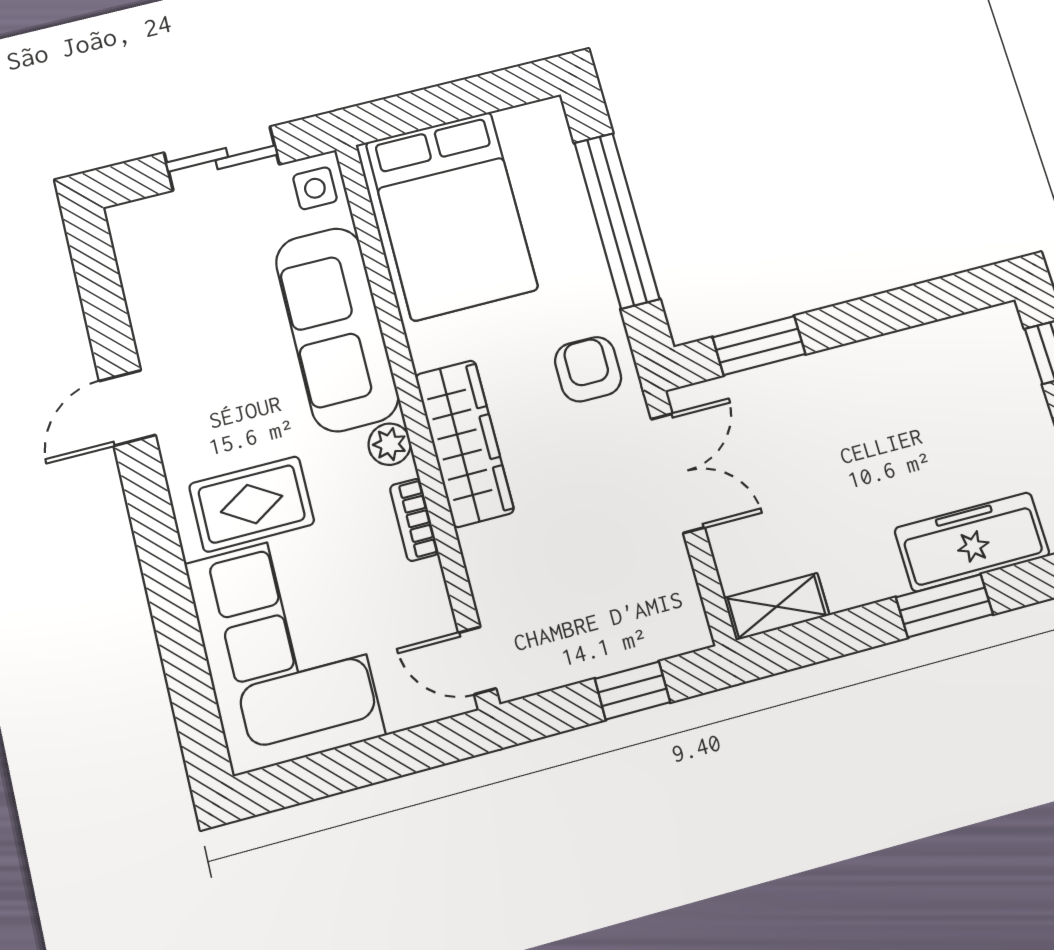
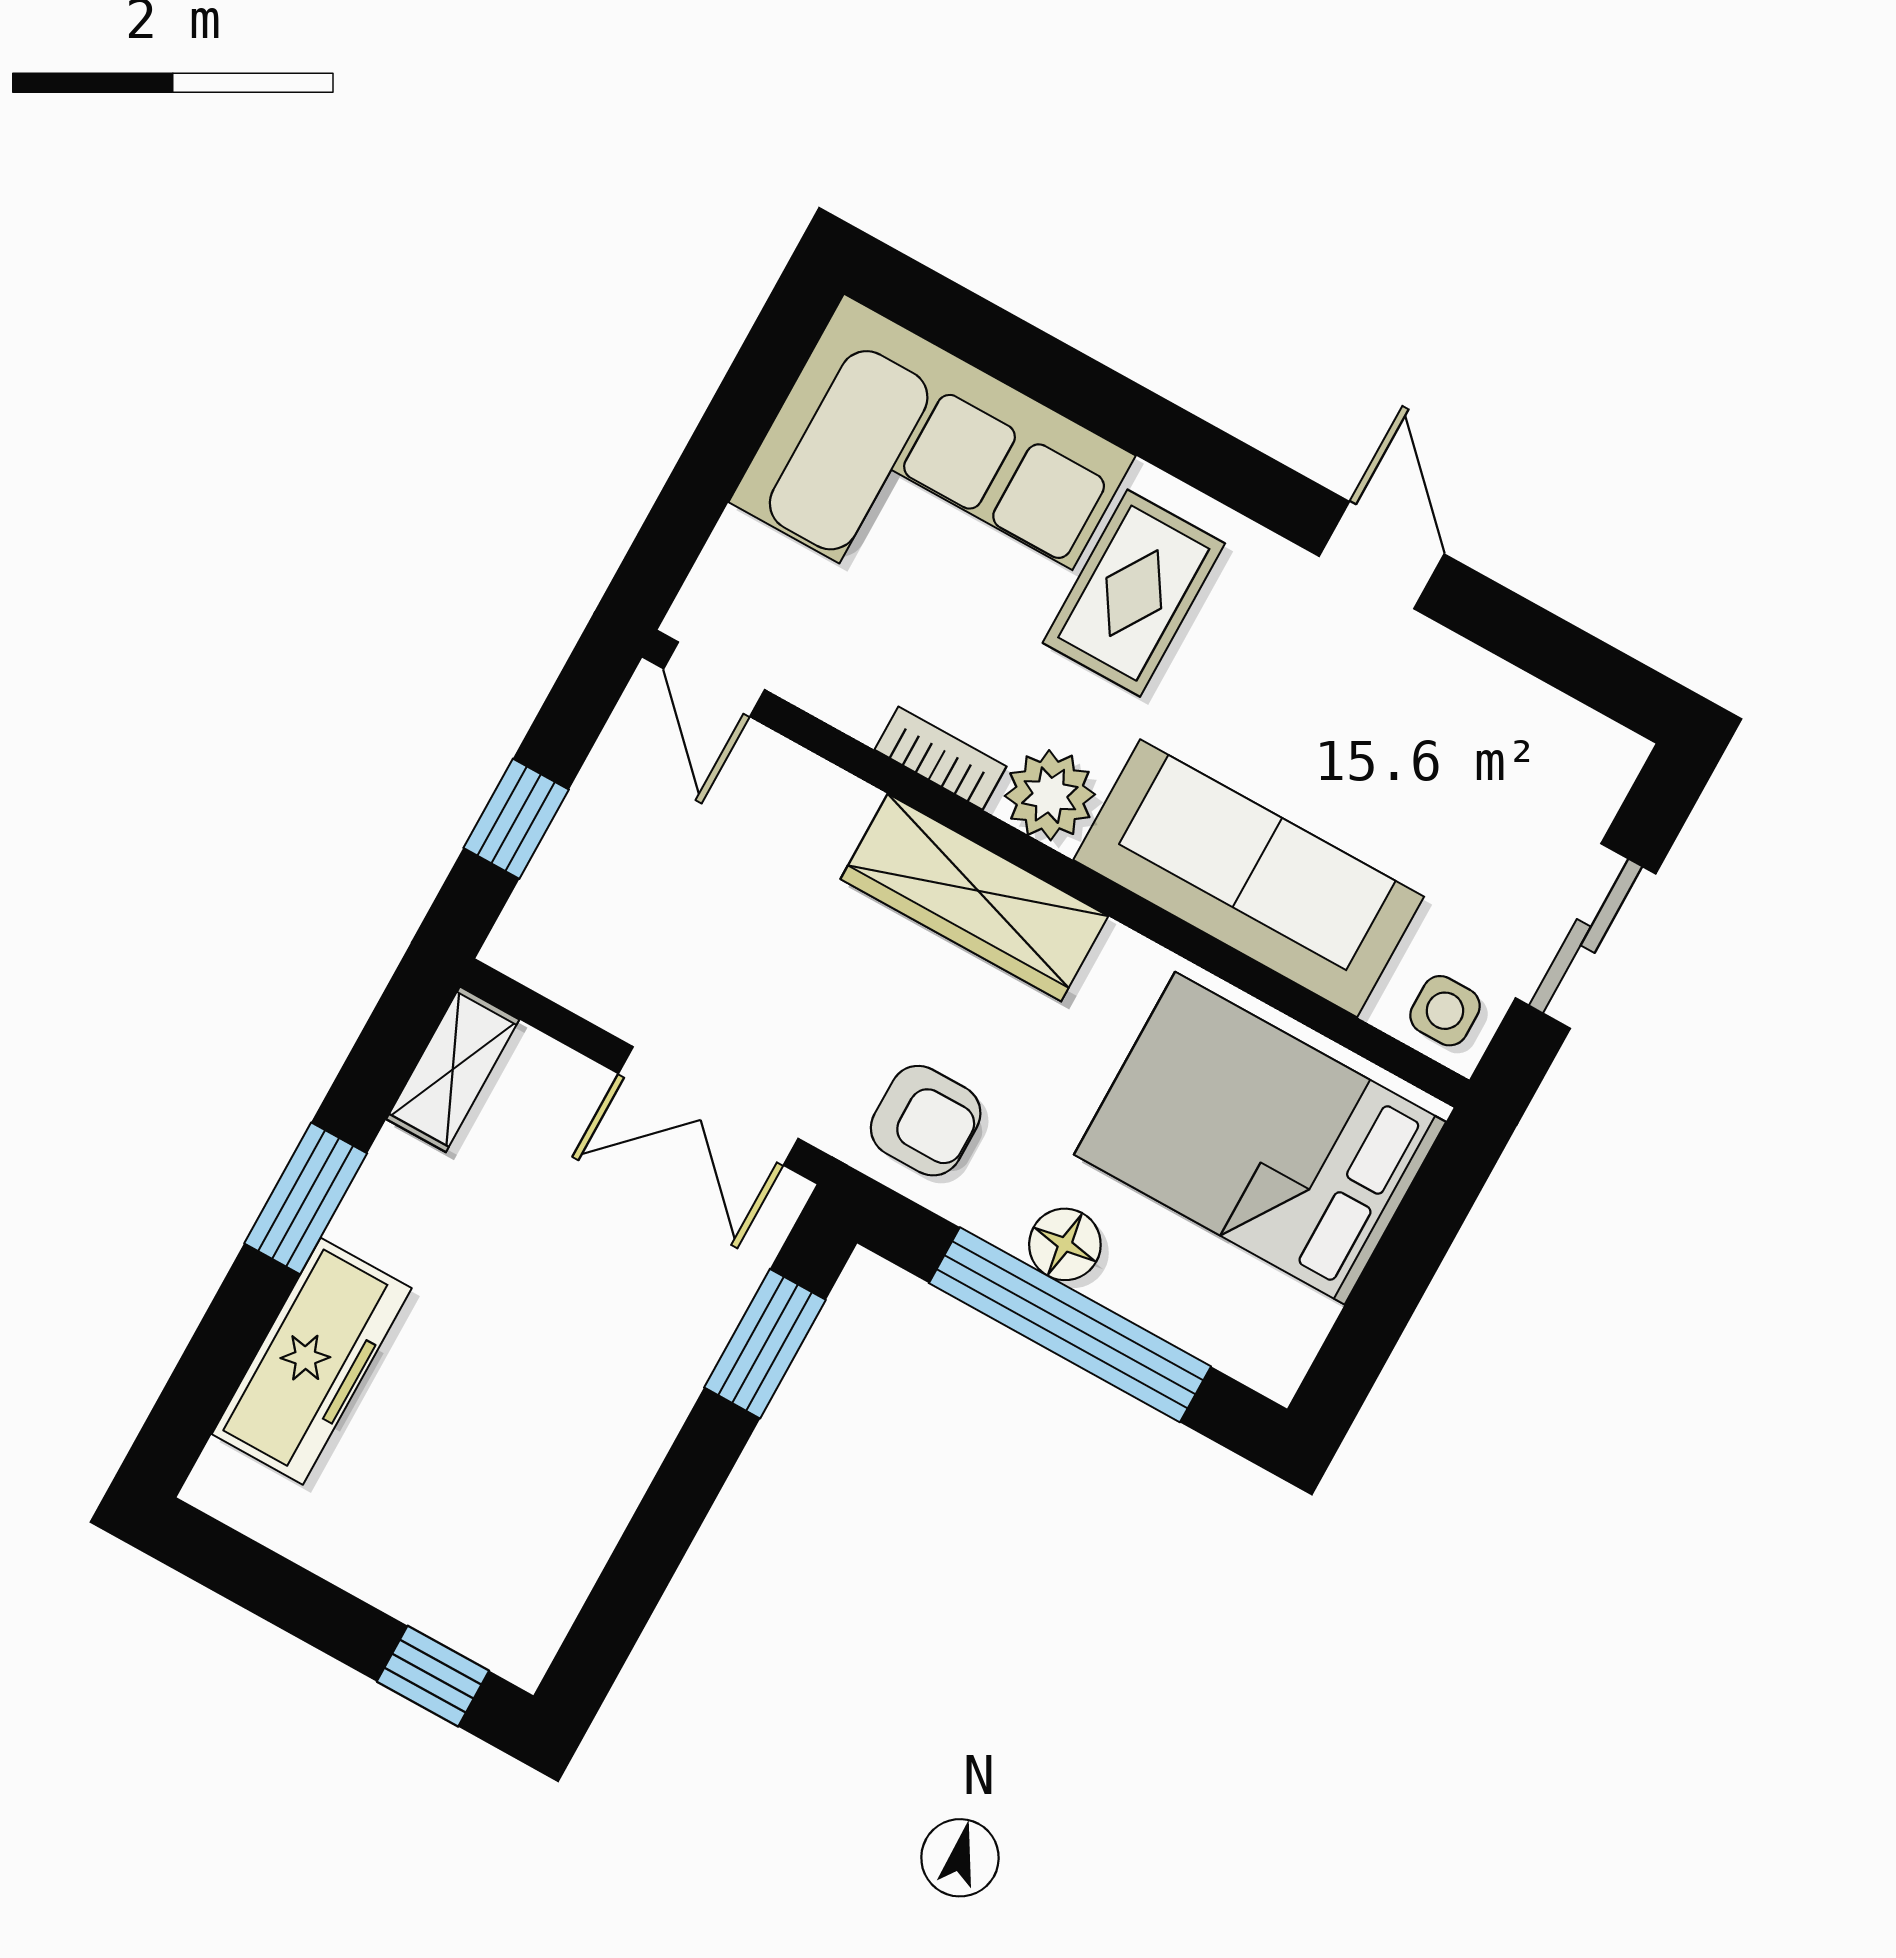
floor lamp: (583, 256) -> (1065, 1244), added
plant: (390, 444) -> (1050, 795), width x1.38, depth x1.38
window: (944, 606) -> (306, 1198), moved
door: (477, 661) -> (714, 679), swing flipped

